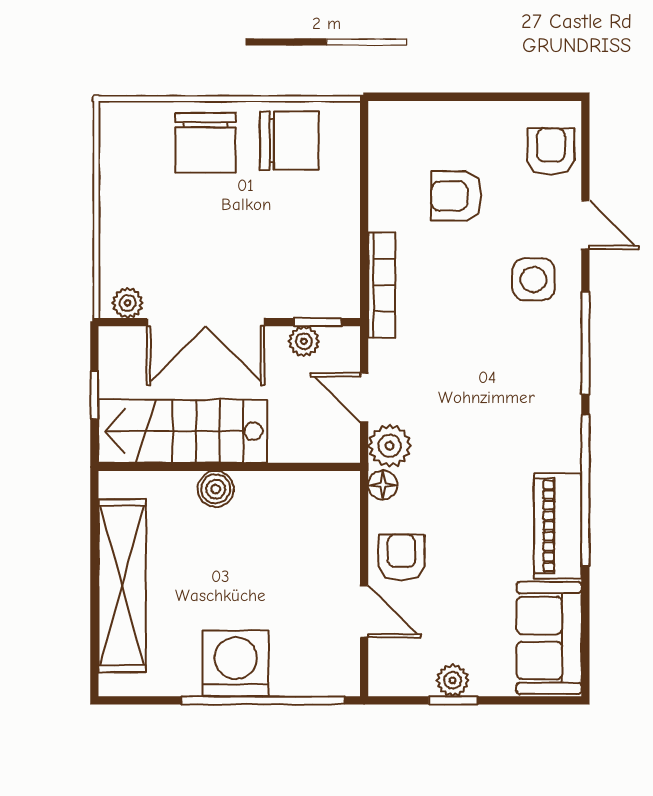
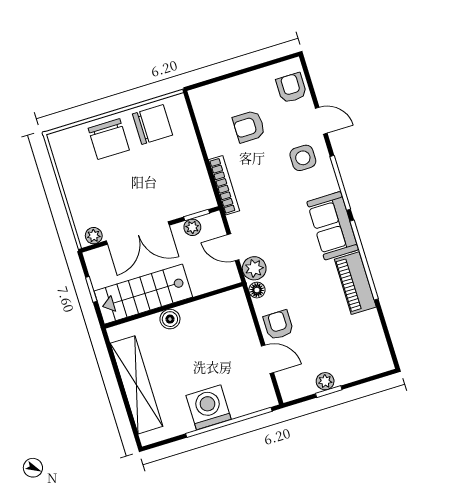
sofa: (549, 638) -> (333, 226), moved

